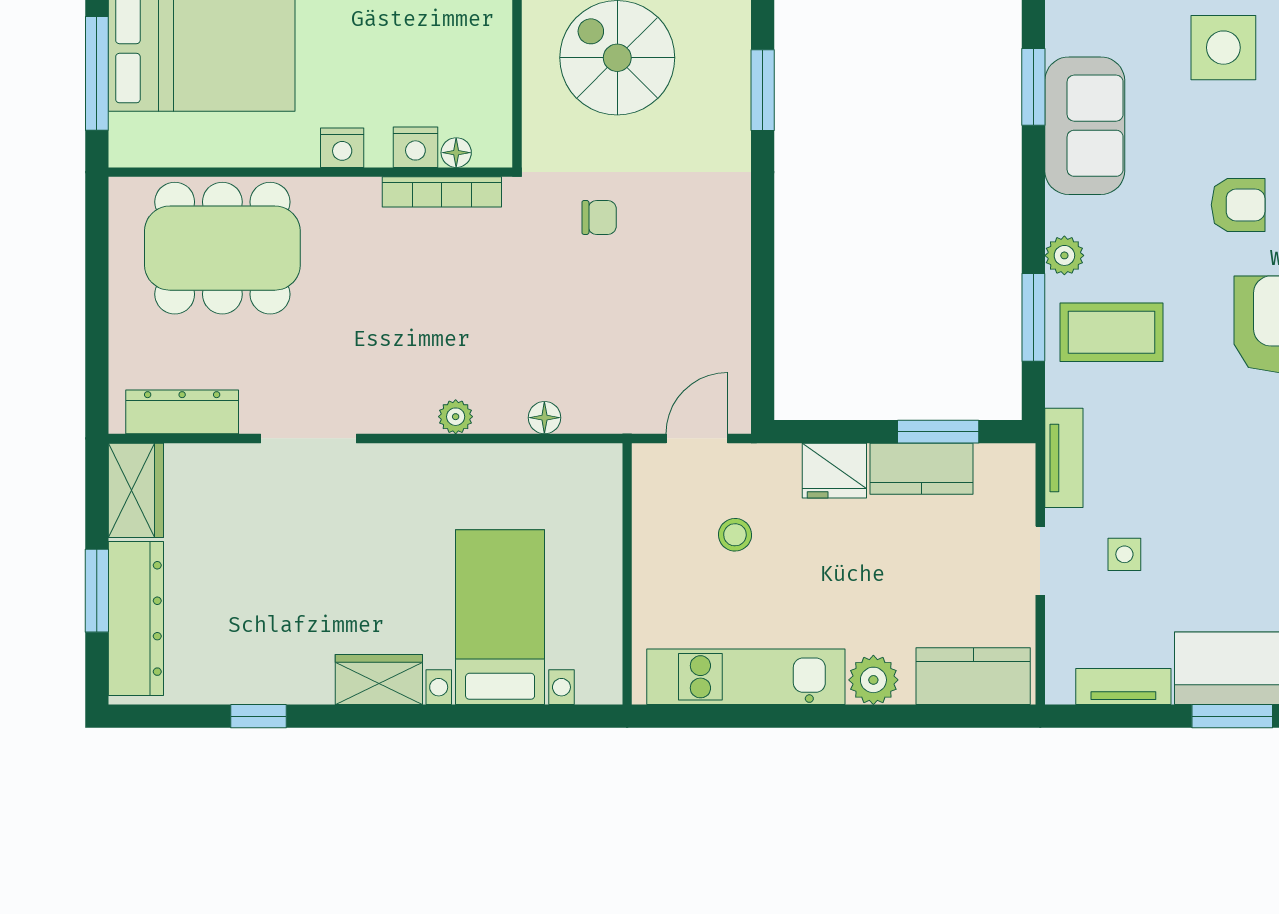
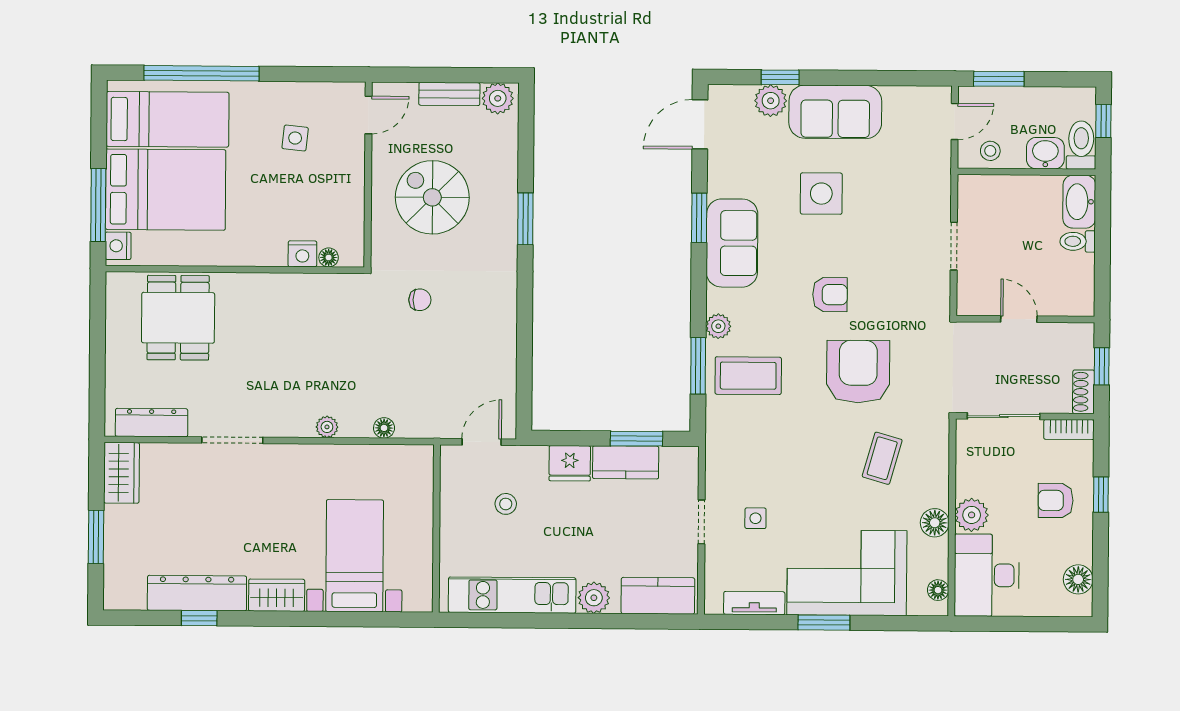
nightstand: (342, 148) -> (118, 246), moved, turned 90
bookcase: (442, 192) -> (319, 283), removed
dining table: (222, 248) -> (178, 318), width x0.73
tv unit: (1064, 458) -> (717, 456), removed
dresser: (136, 618) -> (197, 593), moved, turned -90

